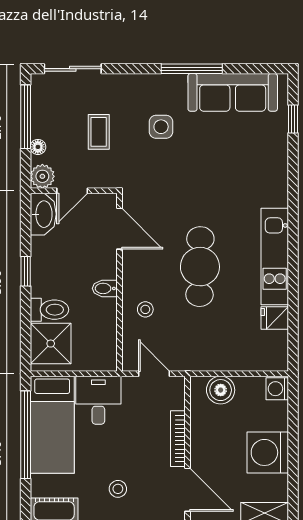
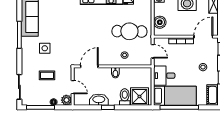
washbasin: (43, 214) -> (99, 100), moved
cafe table: (200, 267) -> (129, 31), moved
door: (154, 374) -> (153, 51), swing flipped

